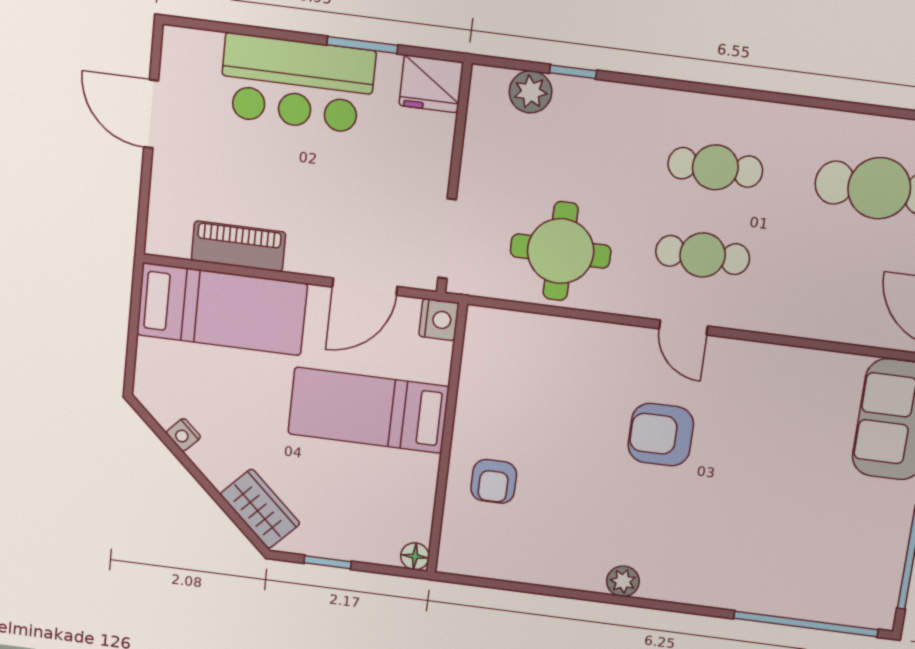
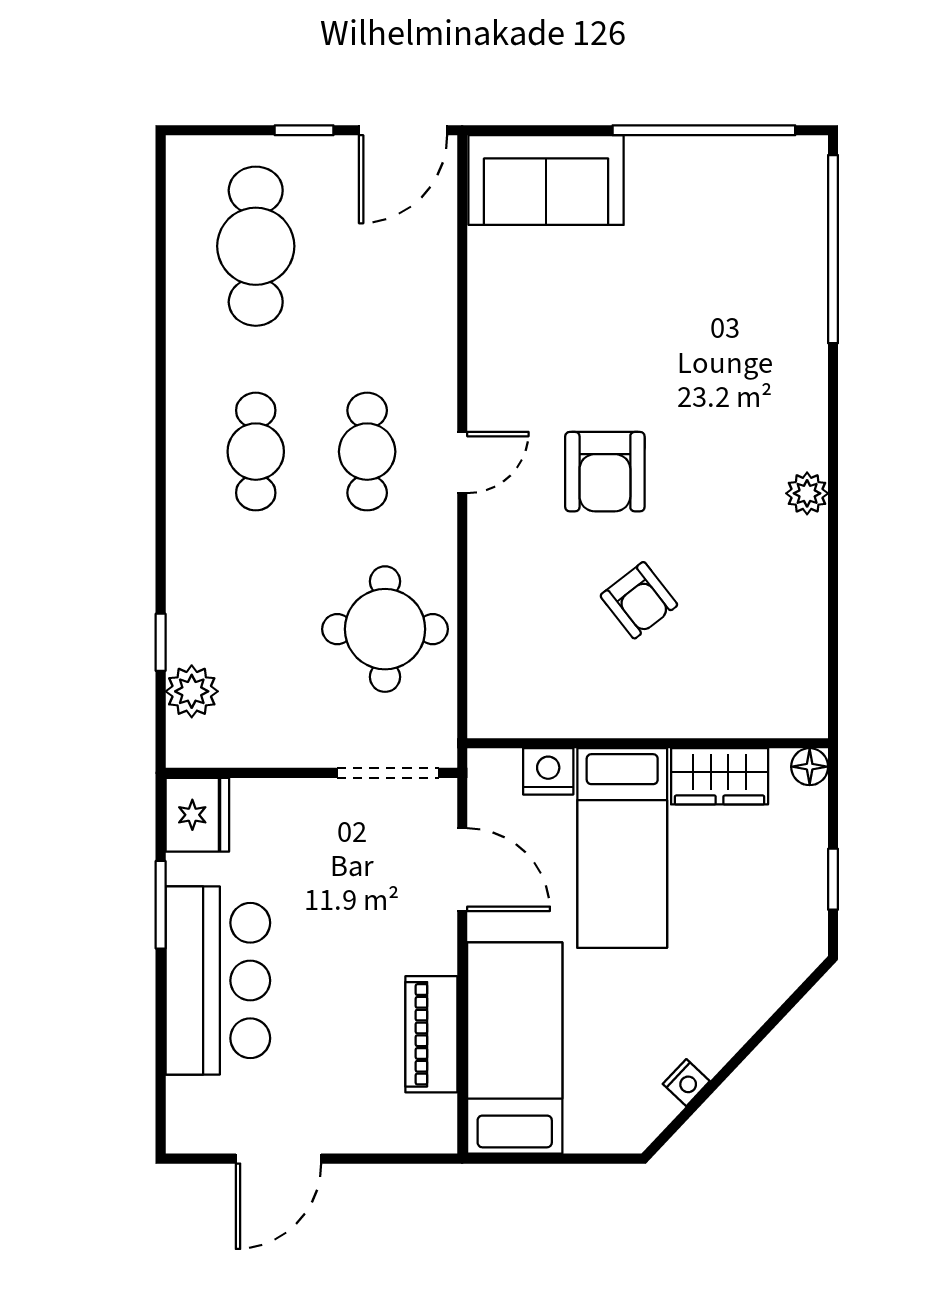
nightstand: (439, 320) -> (548, 771), moved
armchair: (494, 481) -> (639, 600), moved, turned 52
wardrobe: (260, 509) -> (720, 776), moved, turned -133

